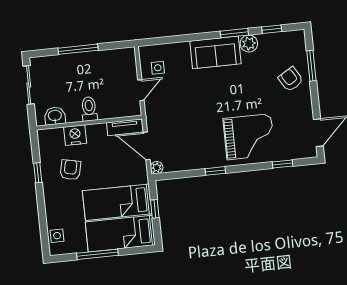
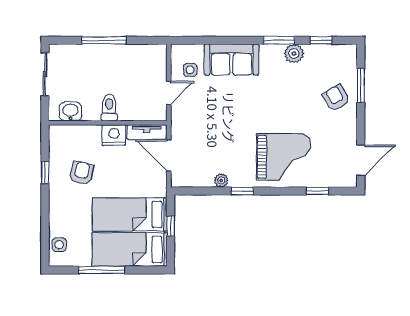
sofa: (215, 52) -> (232, 60), moved
nightstand: (75, 135) -> (114, 135), moved
plant: (157, 168) -> (221, 180), moved

